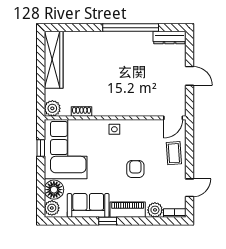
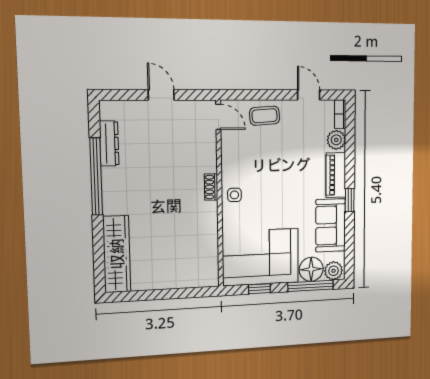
dresser: (169, 38) -> (109, 143), moved
wardrobe: (54, 60) -> (117, 254), moved, turned 90
door: (189, 76) -> (161, 95), hinge flipped
plant: (52, 108) -> (208, 277), removed
shoe rack: (82, 111) -> (211, 187), moved
armchair: (135, 169) -> (285, 166), removed
window: (41, 189) -> (311, 286), added

